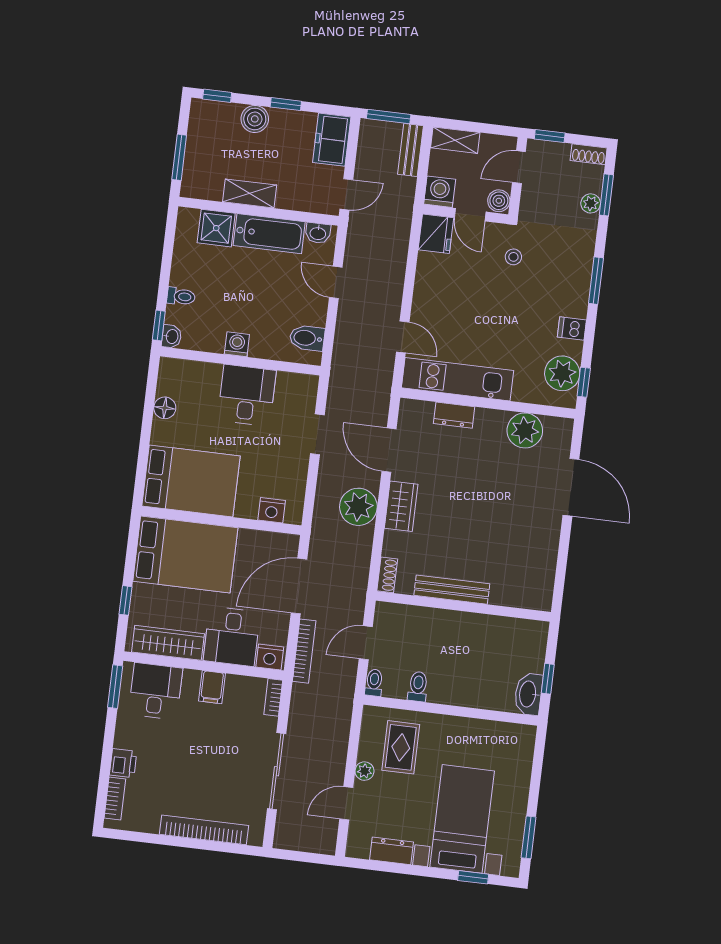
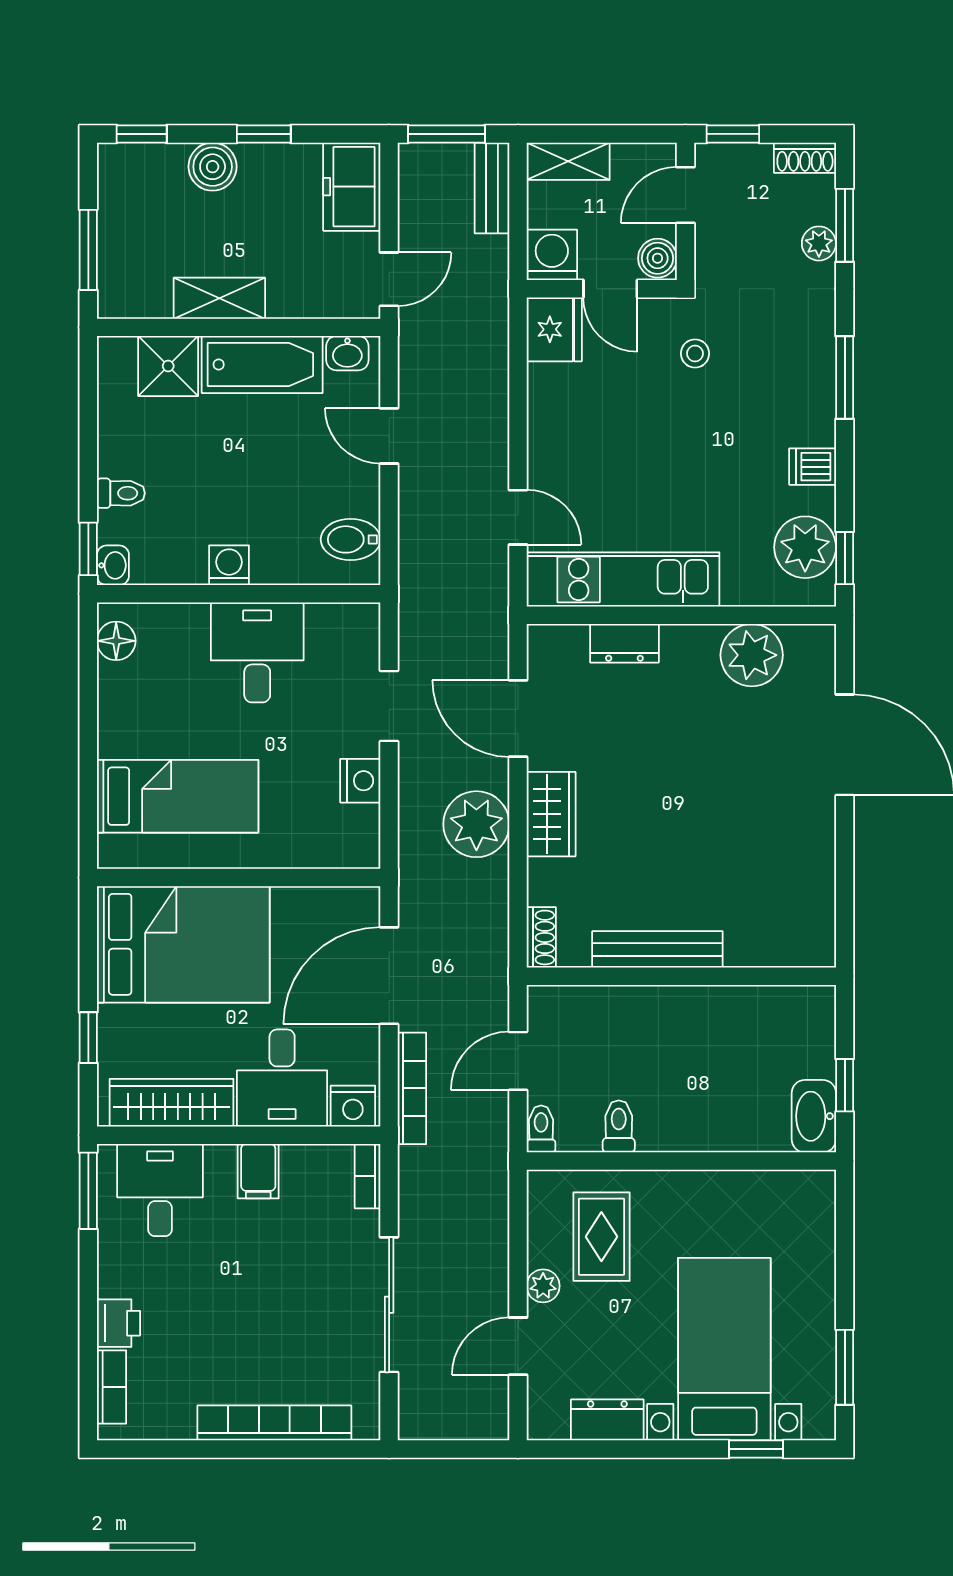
floor lamp: (165, 408) -> (116, 641), moved
bed: (191, 481) -> (178, 796), width x0.67
nightstand: (272, 510) -> (360, 781), moved, turned -90

